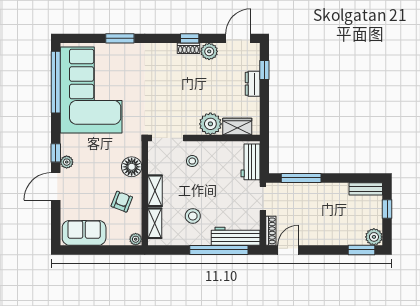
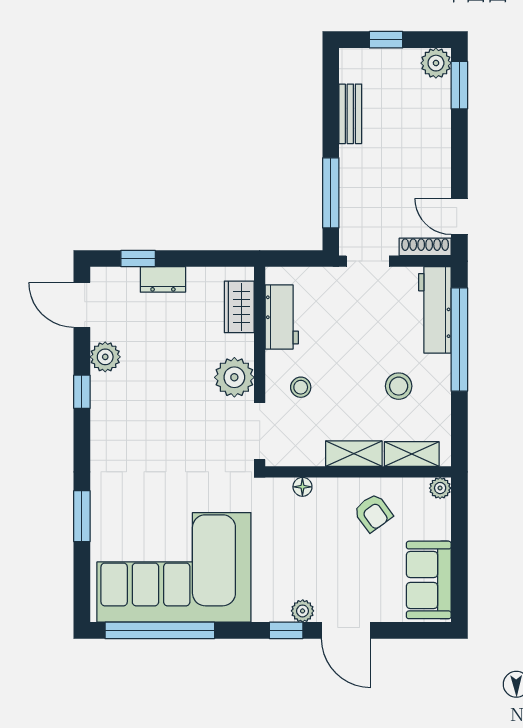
shoe rack: (188, 48) -> (100, 394), removed
plant: (210, 124) -> (234, 377), moved
workbench: (250, 162) -> (282, 317), moved, turned -90
floor lamp: (132, 167) -> (302, 487), width x0.53, depth x0.53
bench: (366, 189) -> (350, 114), moved
armchair: (122, 202) -> (373, 513), turned -147

